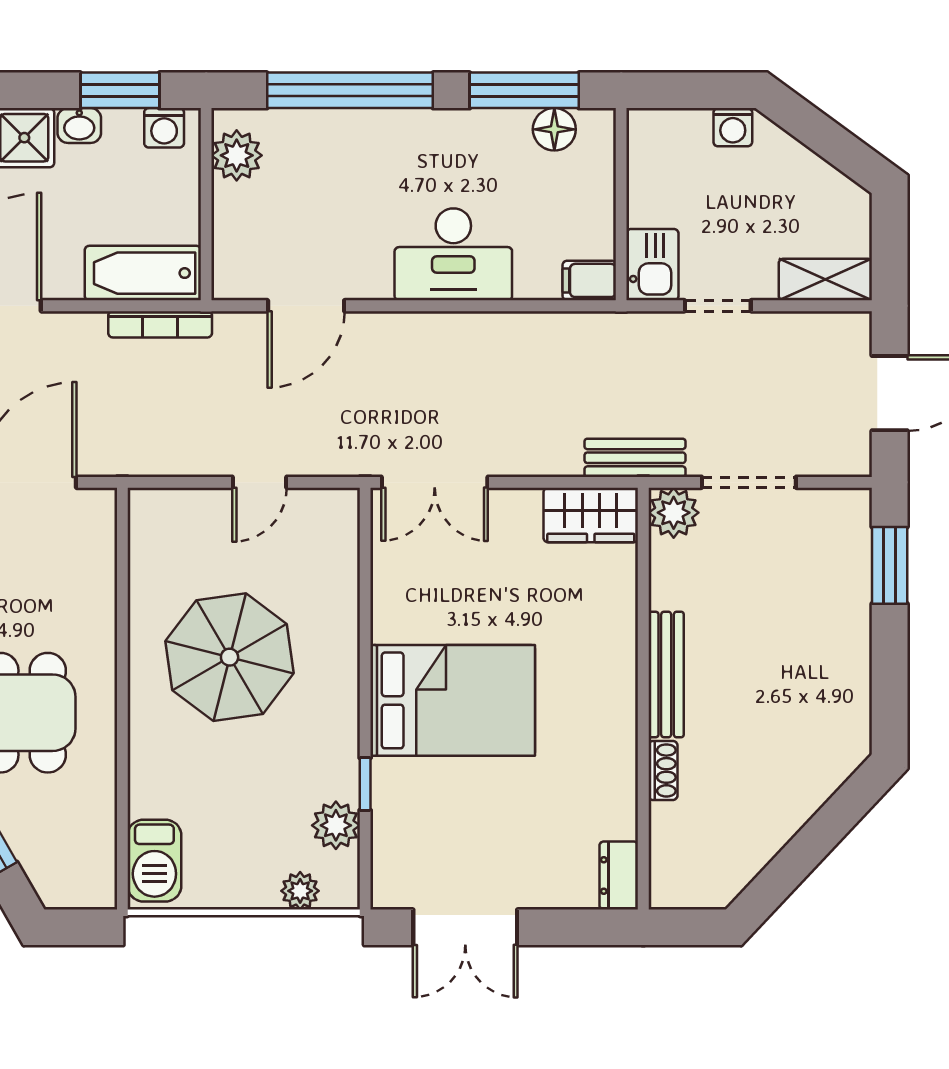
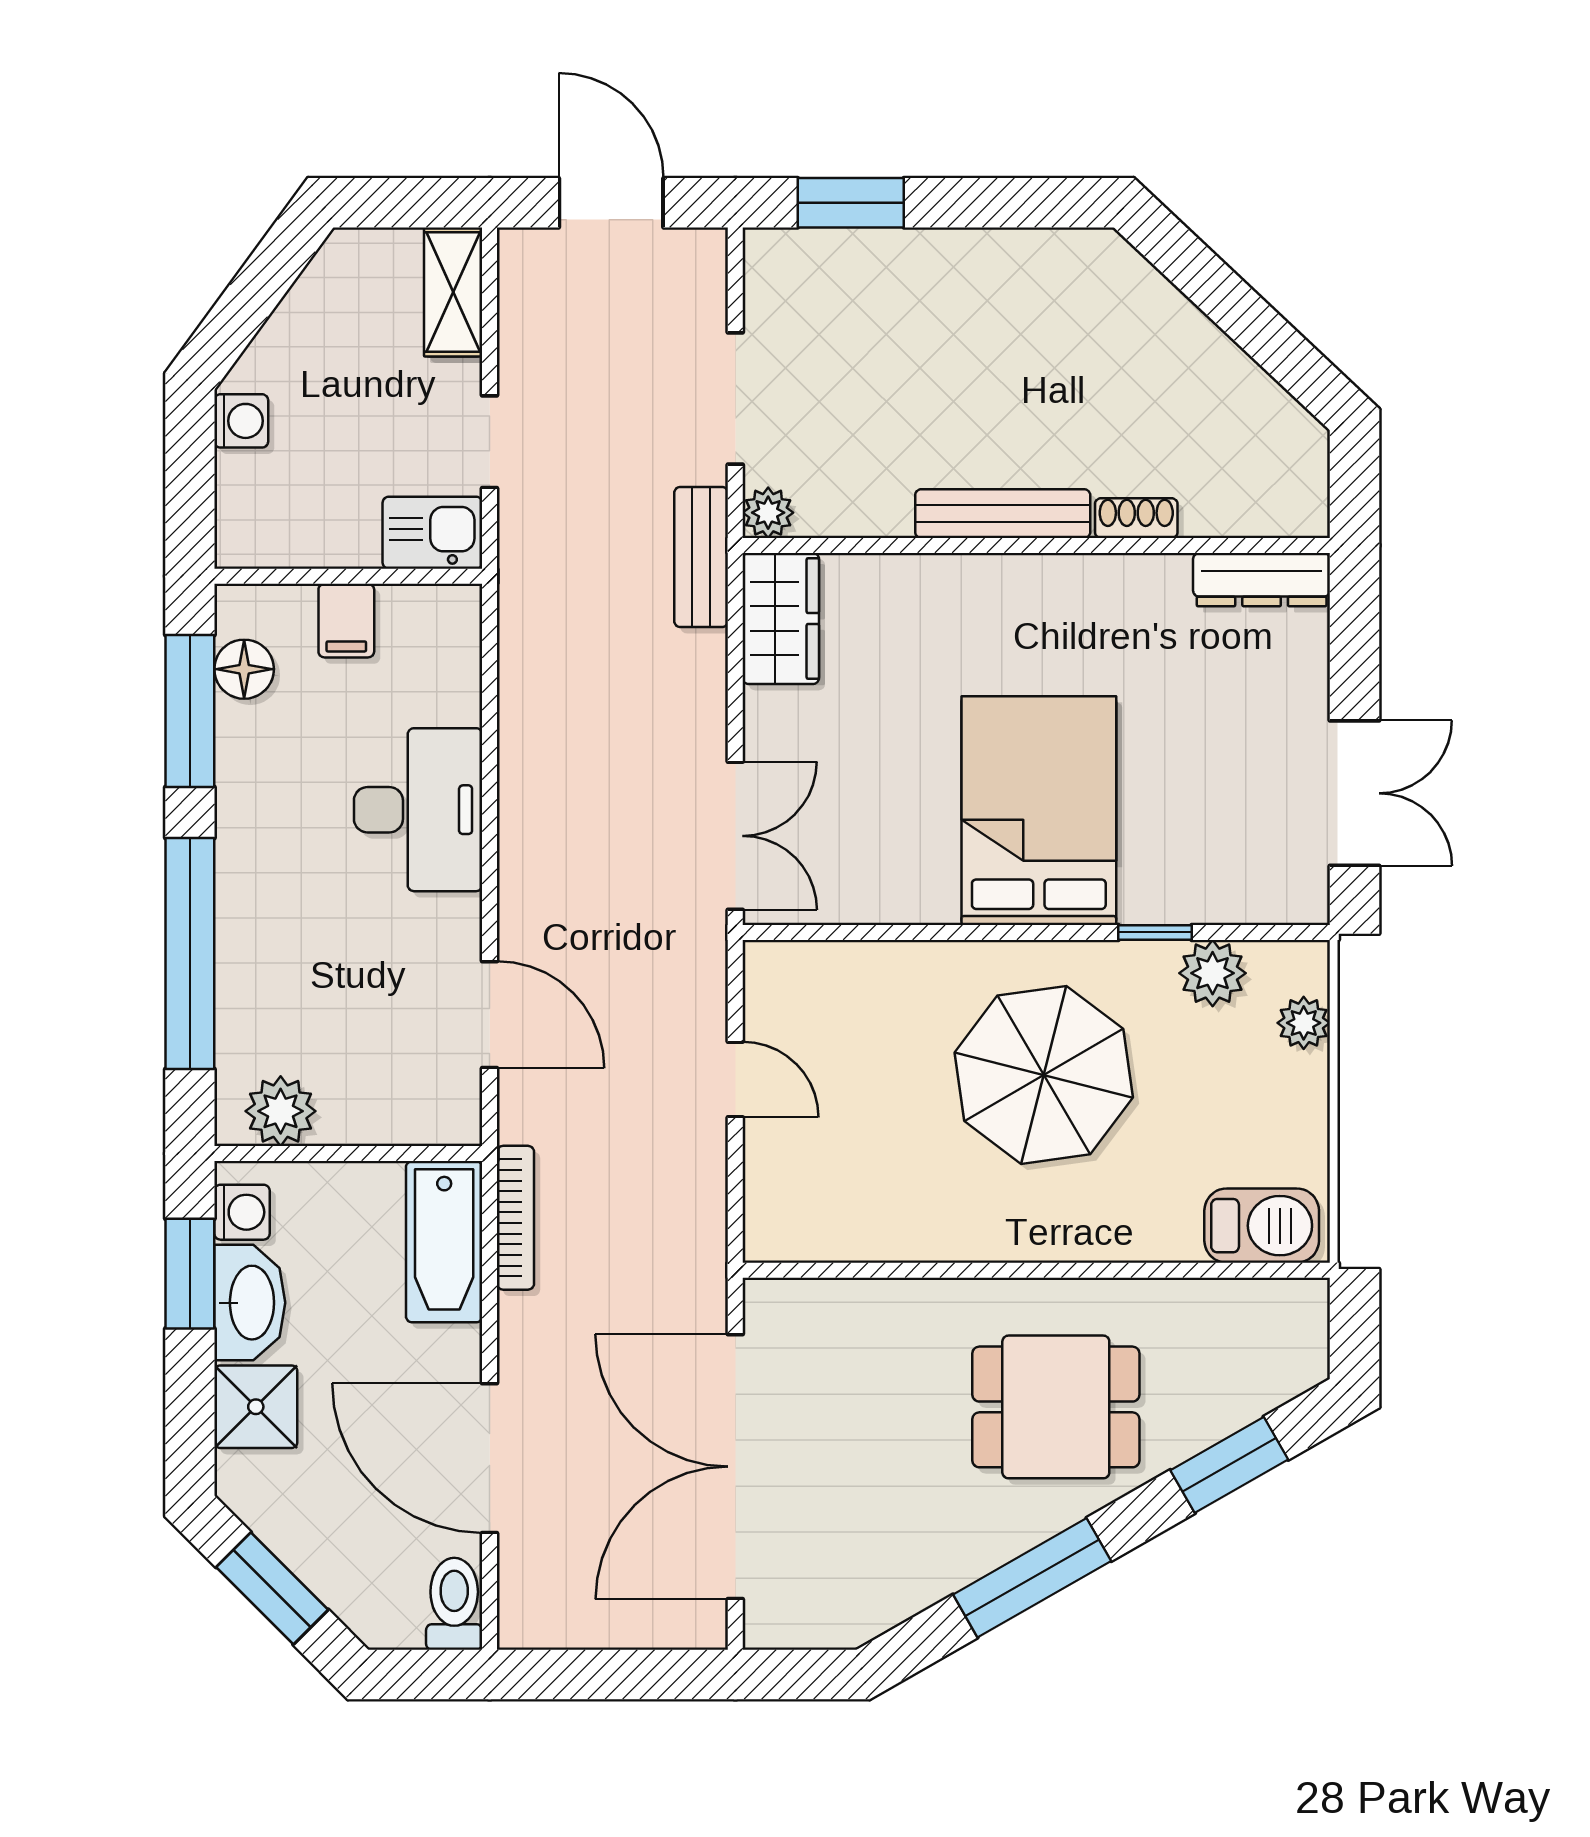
washbasin: (79, 126) -> (250, 1303), width x1.91, depth x1.45
filing cabinet: (589, 280) -> (346, 621), moved
plant: (674, 513) -> (768, 513), width x0.73, depth x0.73
parasol: (230, 657) -> (1044, 1075), moved
dresser: (619, 876) -> (1262, 580), width x1.44

